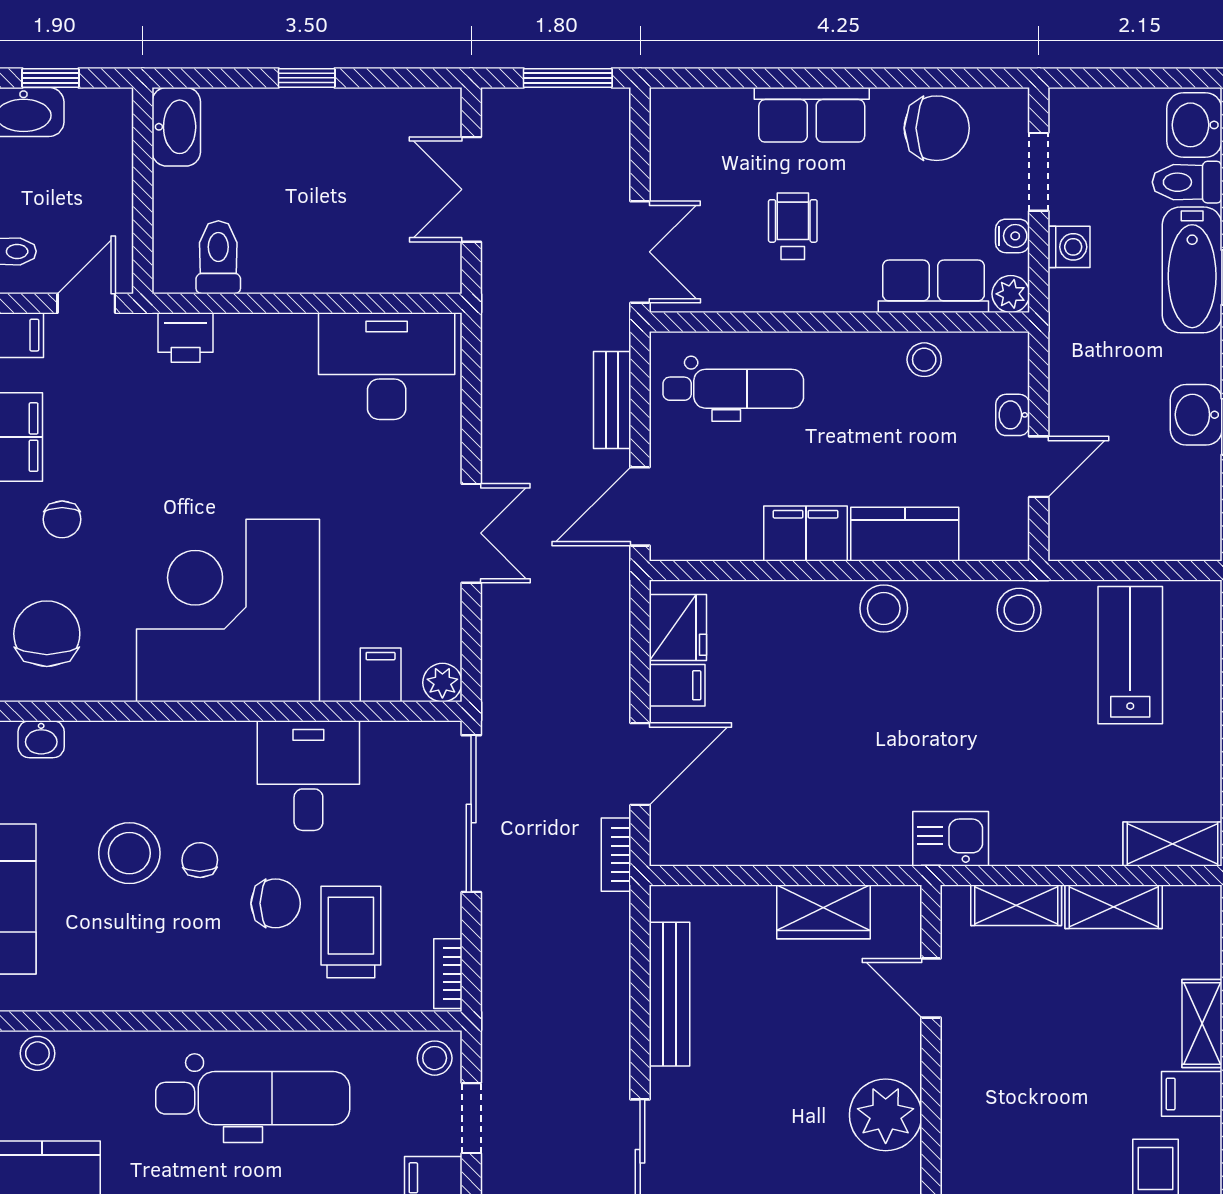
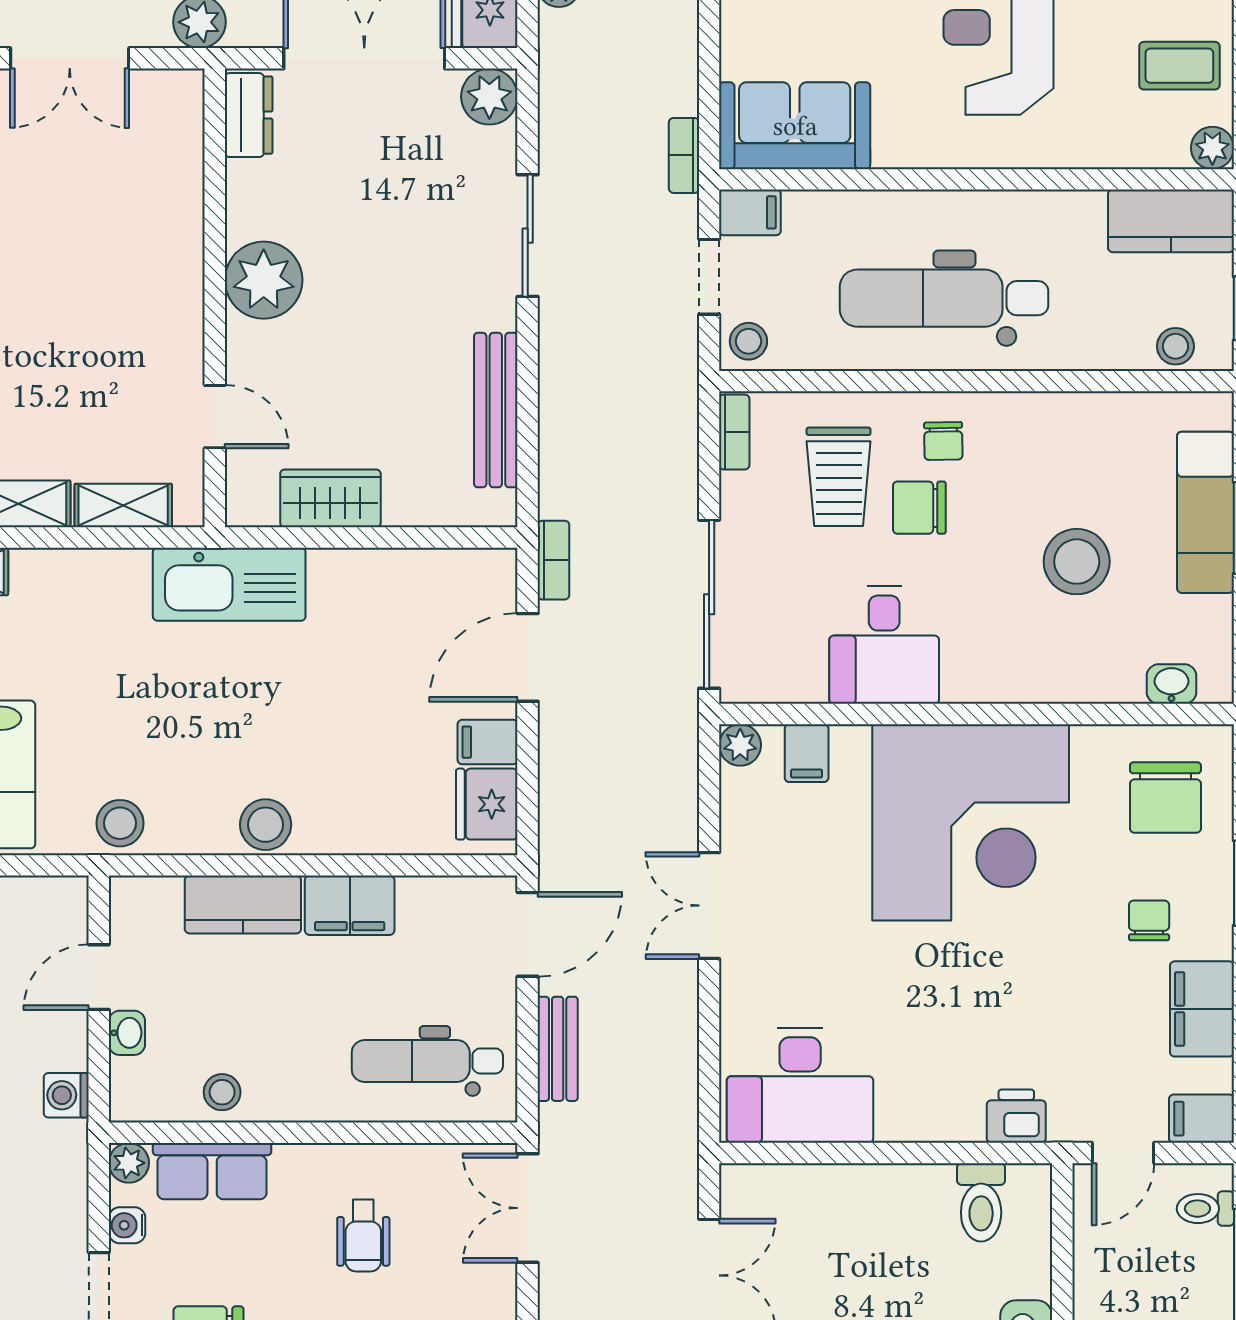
washing machine: (1069, 247) -> (66, 1095), moved
kitchen sink: (951, 839) -> (229, 584), width x1.88, depth x1.24
chair: (200, 860) -> (943, 441), moved

